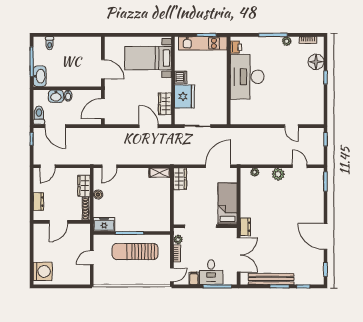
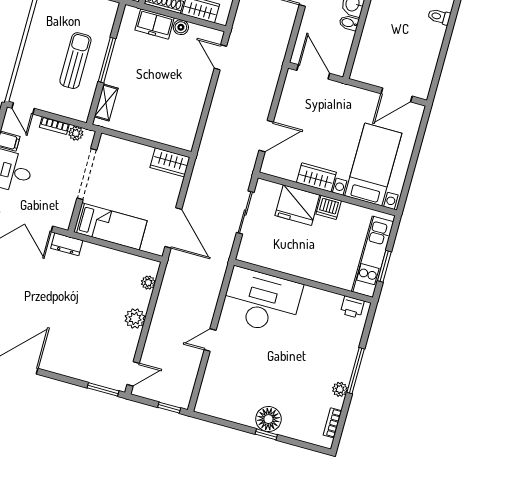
floor lamp: (316, 62) -> (268, 419), moved
door: (103, 69) -> (397, 95), moved
desk: (247, 77) -> (262, 301), moved
wardrobe: (165, 104) -> (316, 177), moved
door: (292, 126) -> (210, 340), moved
door: (300, 166) -> (133, 374), moved
shelving: (160, 173) -> (106, 103), moved
freezer: (104, 224) -> (155, 24), moved, turned 90
sun lounger: (135, 252) -> (75, 61), width x0.73, depth x0.75

